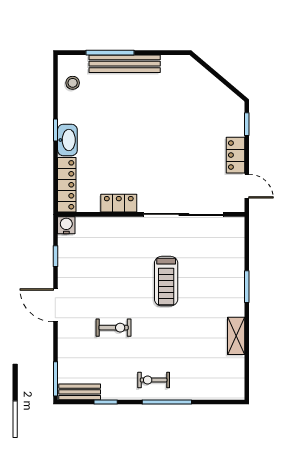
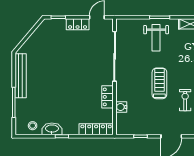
bench: (125, 64) -> (21, 76), moved
washbasin: (67, 140) -> (52, 129), moved
water cooler: (66, 225) -> (121, 107), moved
treadmill: (166, 281) -> (159, 83), moved, turned -90
weight bench: (214, 281) -> (156, 38), added

